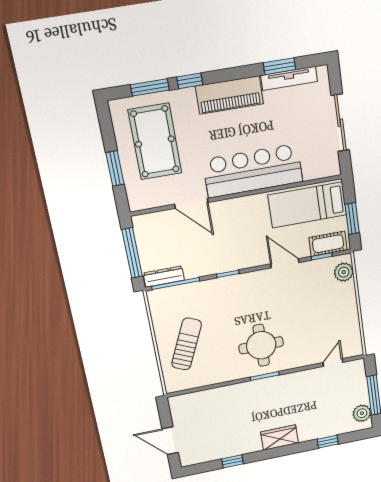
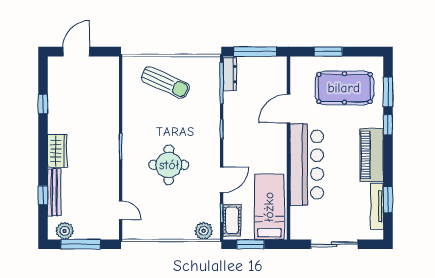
round table: (261, 345) -> (169, 165), moved
bench: (323, 431) -> (54, 192), added

